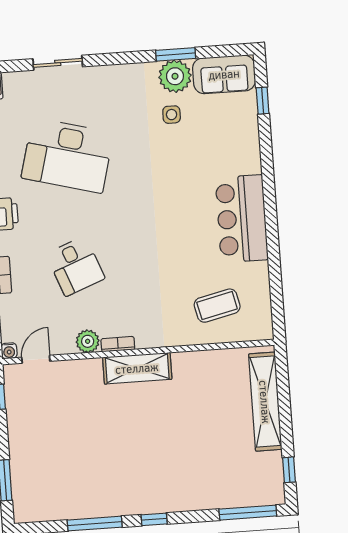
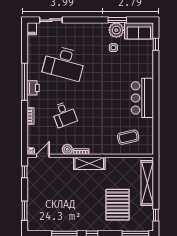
sliding door: (58, 63) -> (51, 20), moved
pallet: (205, 453) -> (118, 205), added

